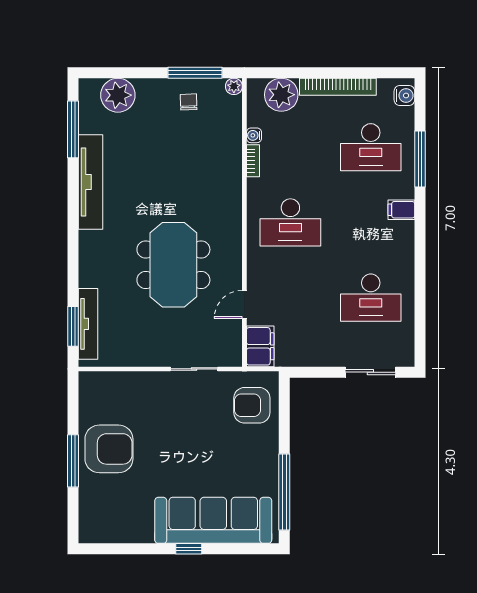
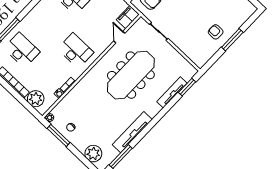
filing cabinet: (401, 210) -> (32, 18), removed
meeting table: (173, 265) -> (131, 75), width x1.36
door: (244, 304) -> (119, 37), swing flipped
tv unit: (88, 324) -> (172, 92), moved
armchair: (109, 449) -> (216, 32), width x0.53, depth x0.53

